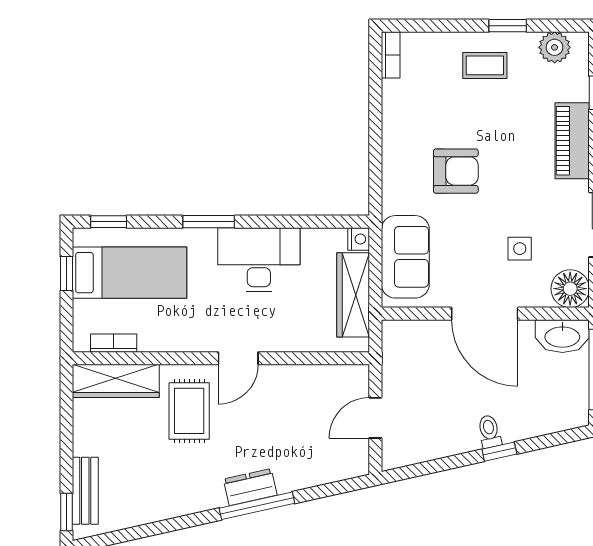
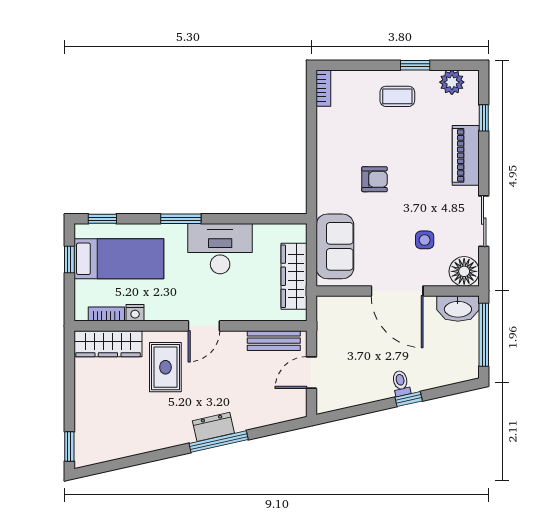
armchair: (456, 171) -> (374, 179), width x0.72, depth x0.72
nightstand: (359, 239) -> (135, 313), moved, turned 90
bench: (85, 491) -> (274, 341), moved, turned 90

